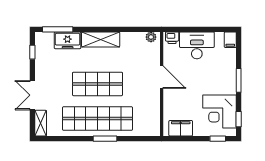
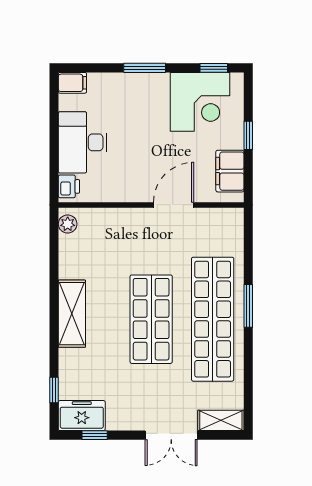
window: (58, 29) -> (54, 390), width x0.46
freezer: (68, 40) -> (82, 416), moved, turned -90
door: (162, 77) -> (174, 205), moved
window: (218, 139) -> (248, 135), moved

